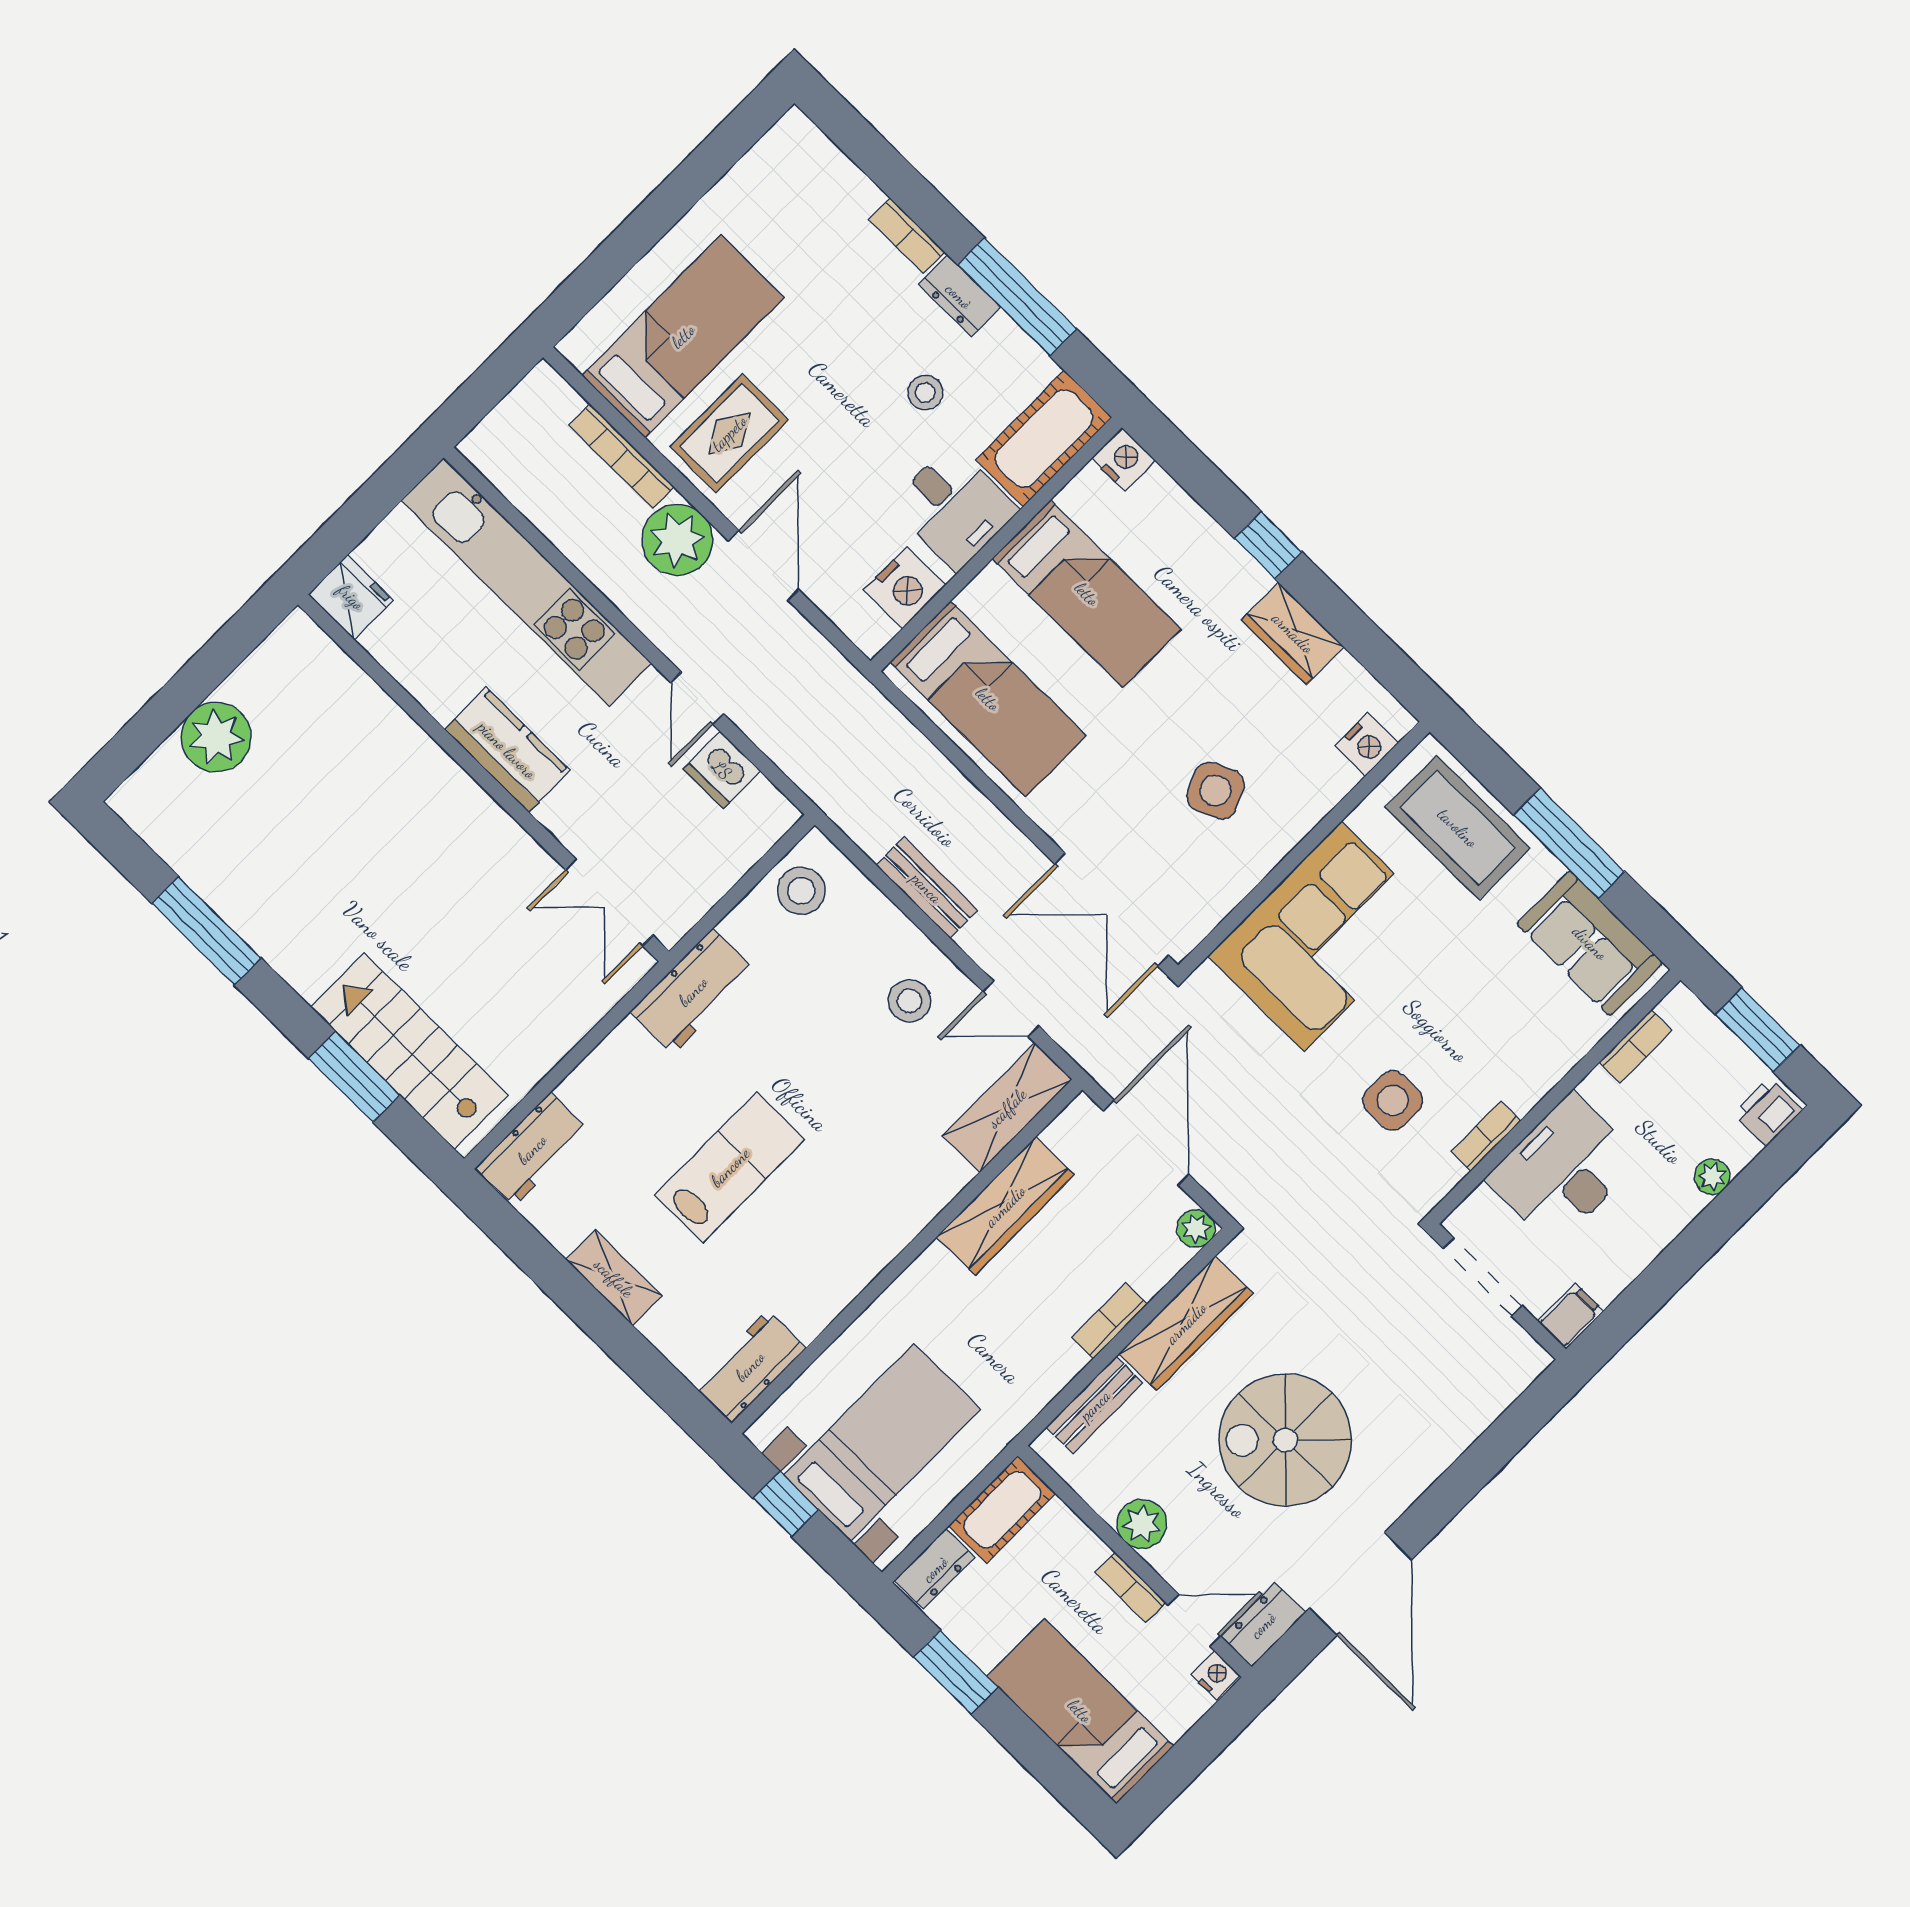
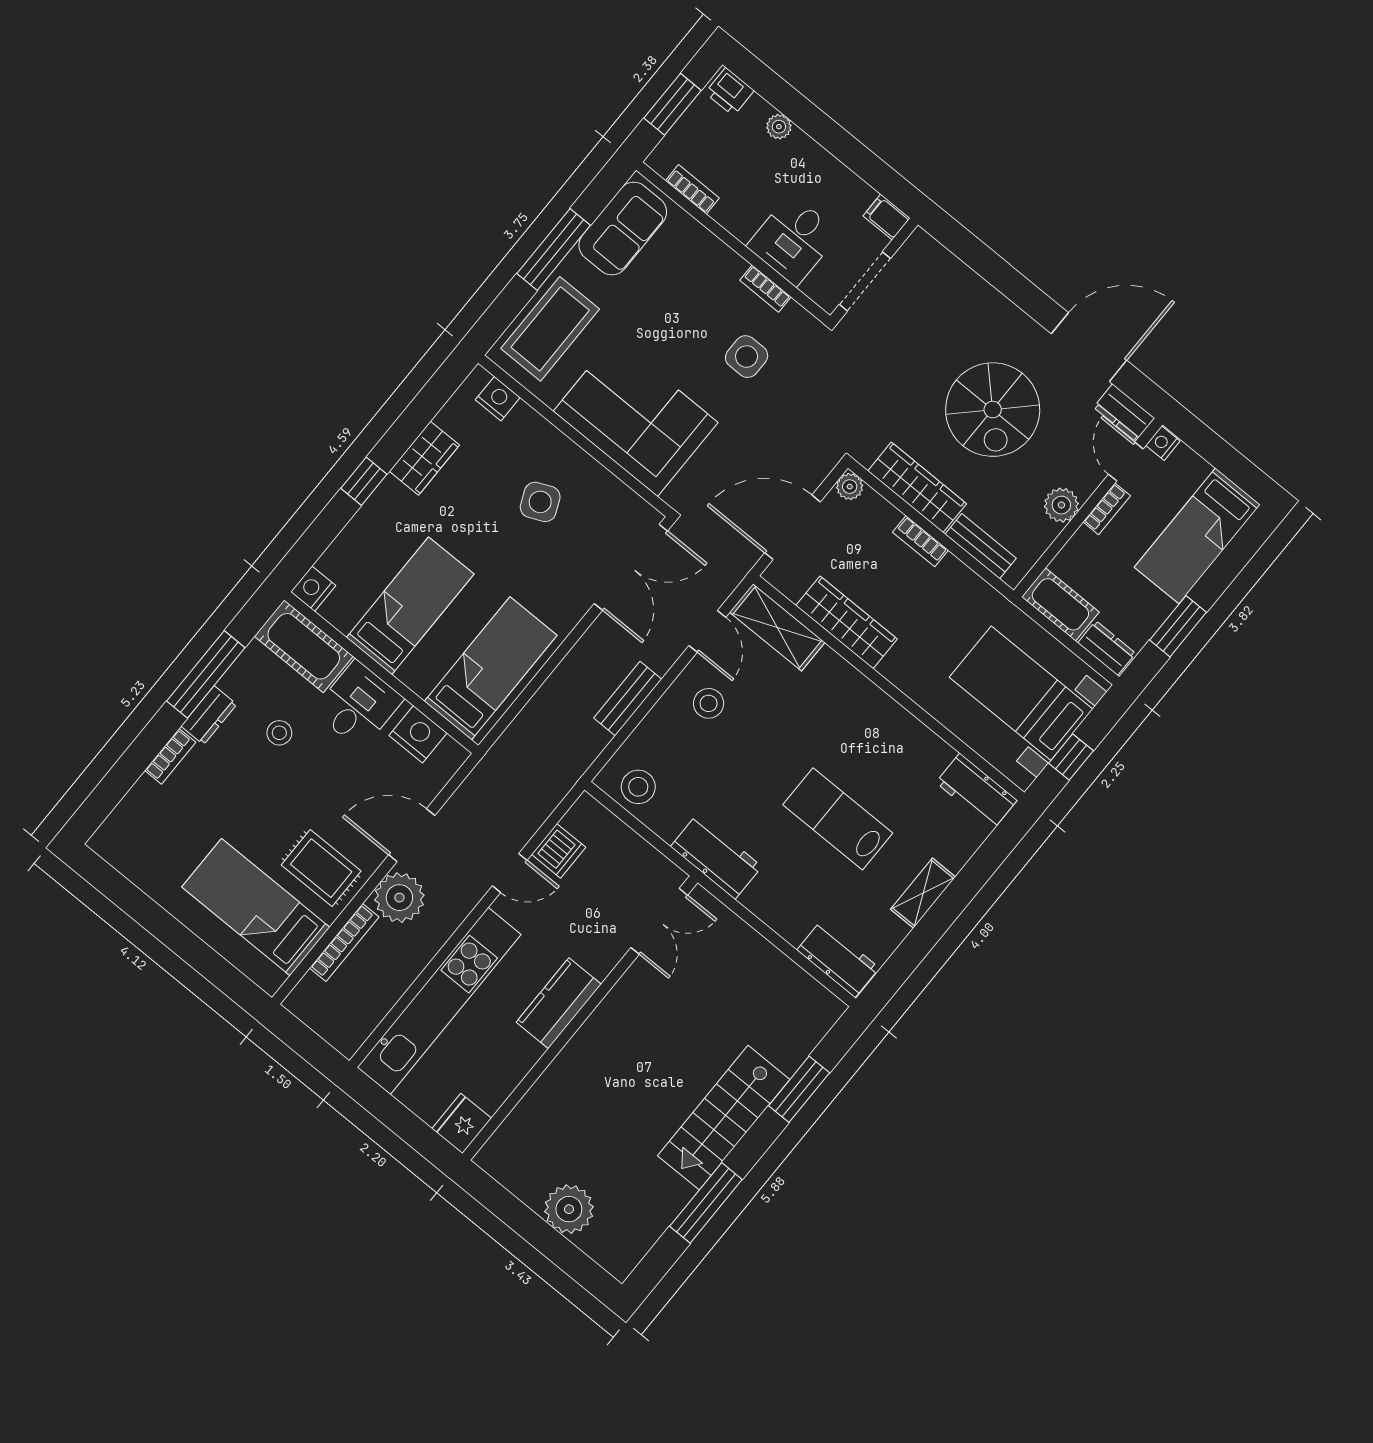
stairs: (409, 1051) -> (724, 1118), moved
desk: (1563, 1169) -> (793, 240), width x0.73

